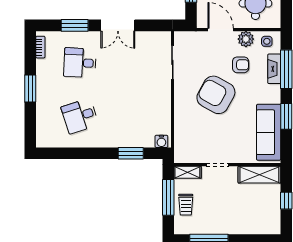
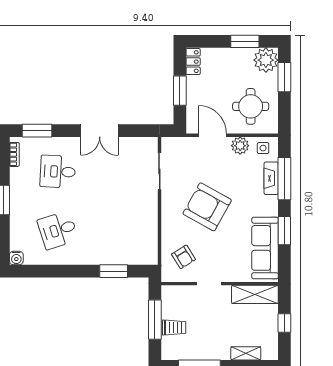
window: (75, 25) -> (37, 131), moved
armchair: (241, 65) -> (183, 257), moved, turned 58
water cooler: (161, 141) -> (16, 258), moved
shelving: (187, 172) -> (246, 353), moved
trolley: (186, 205) -> (174, 328), turned -90

